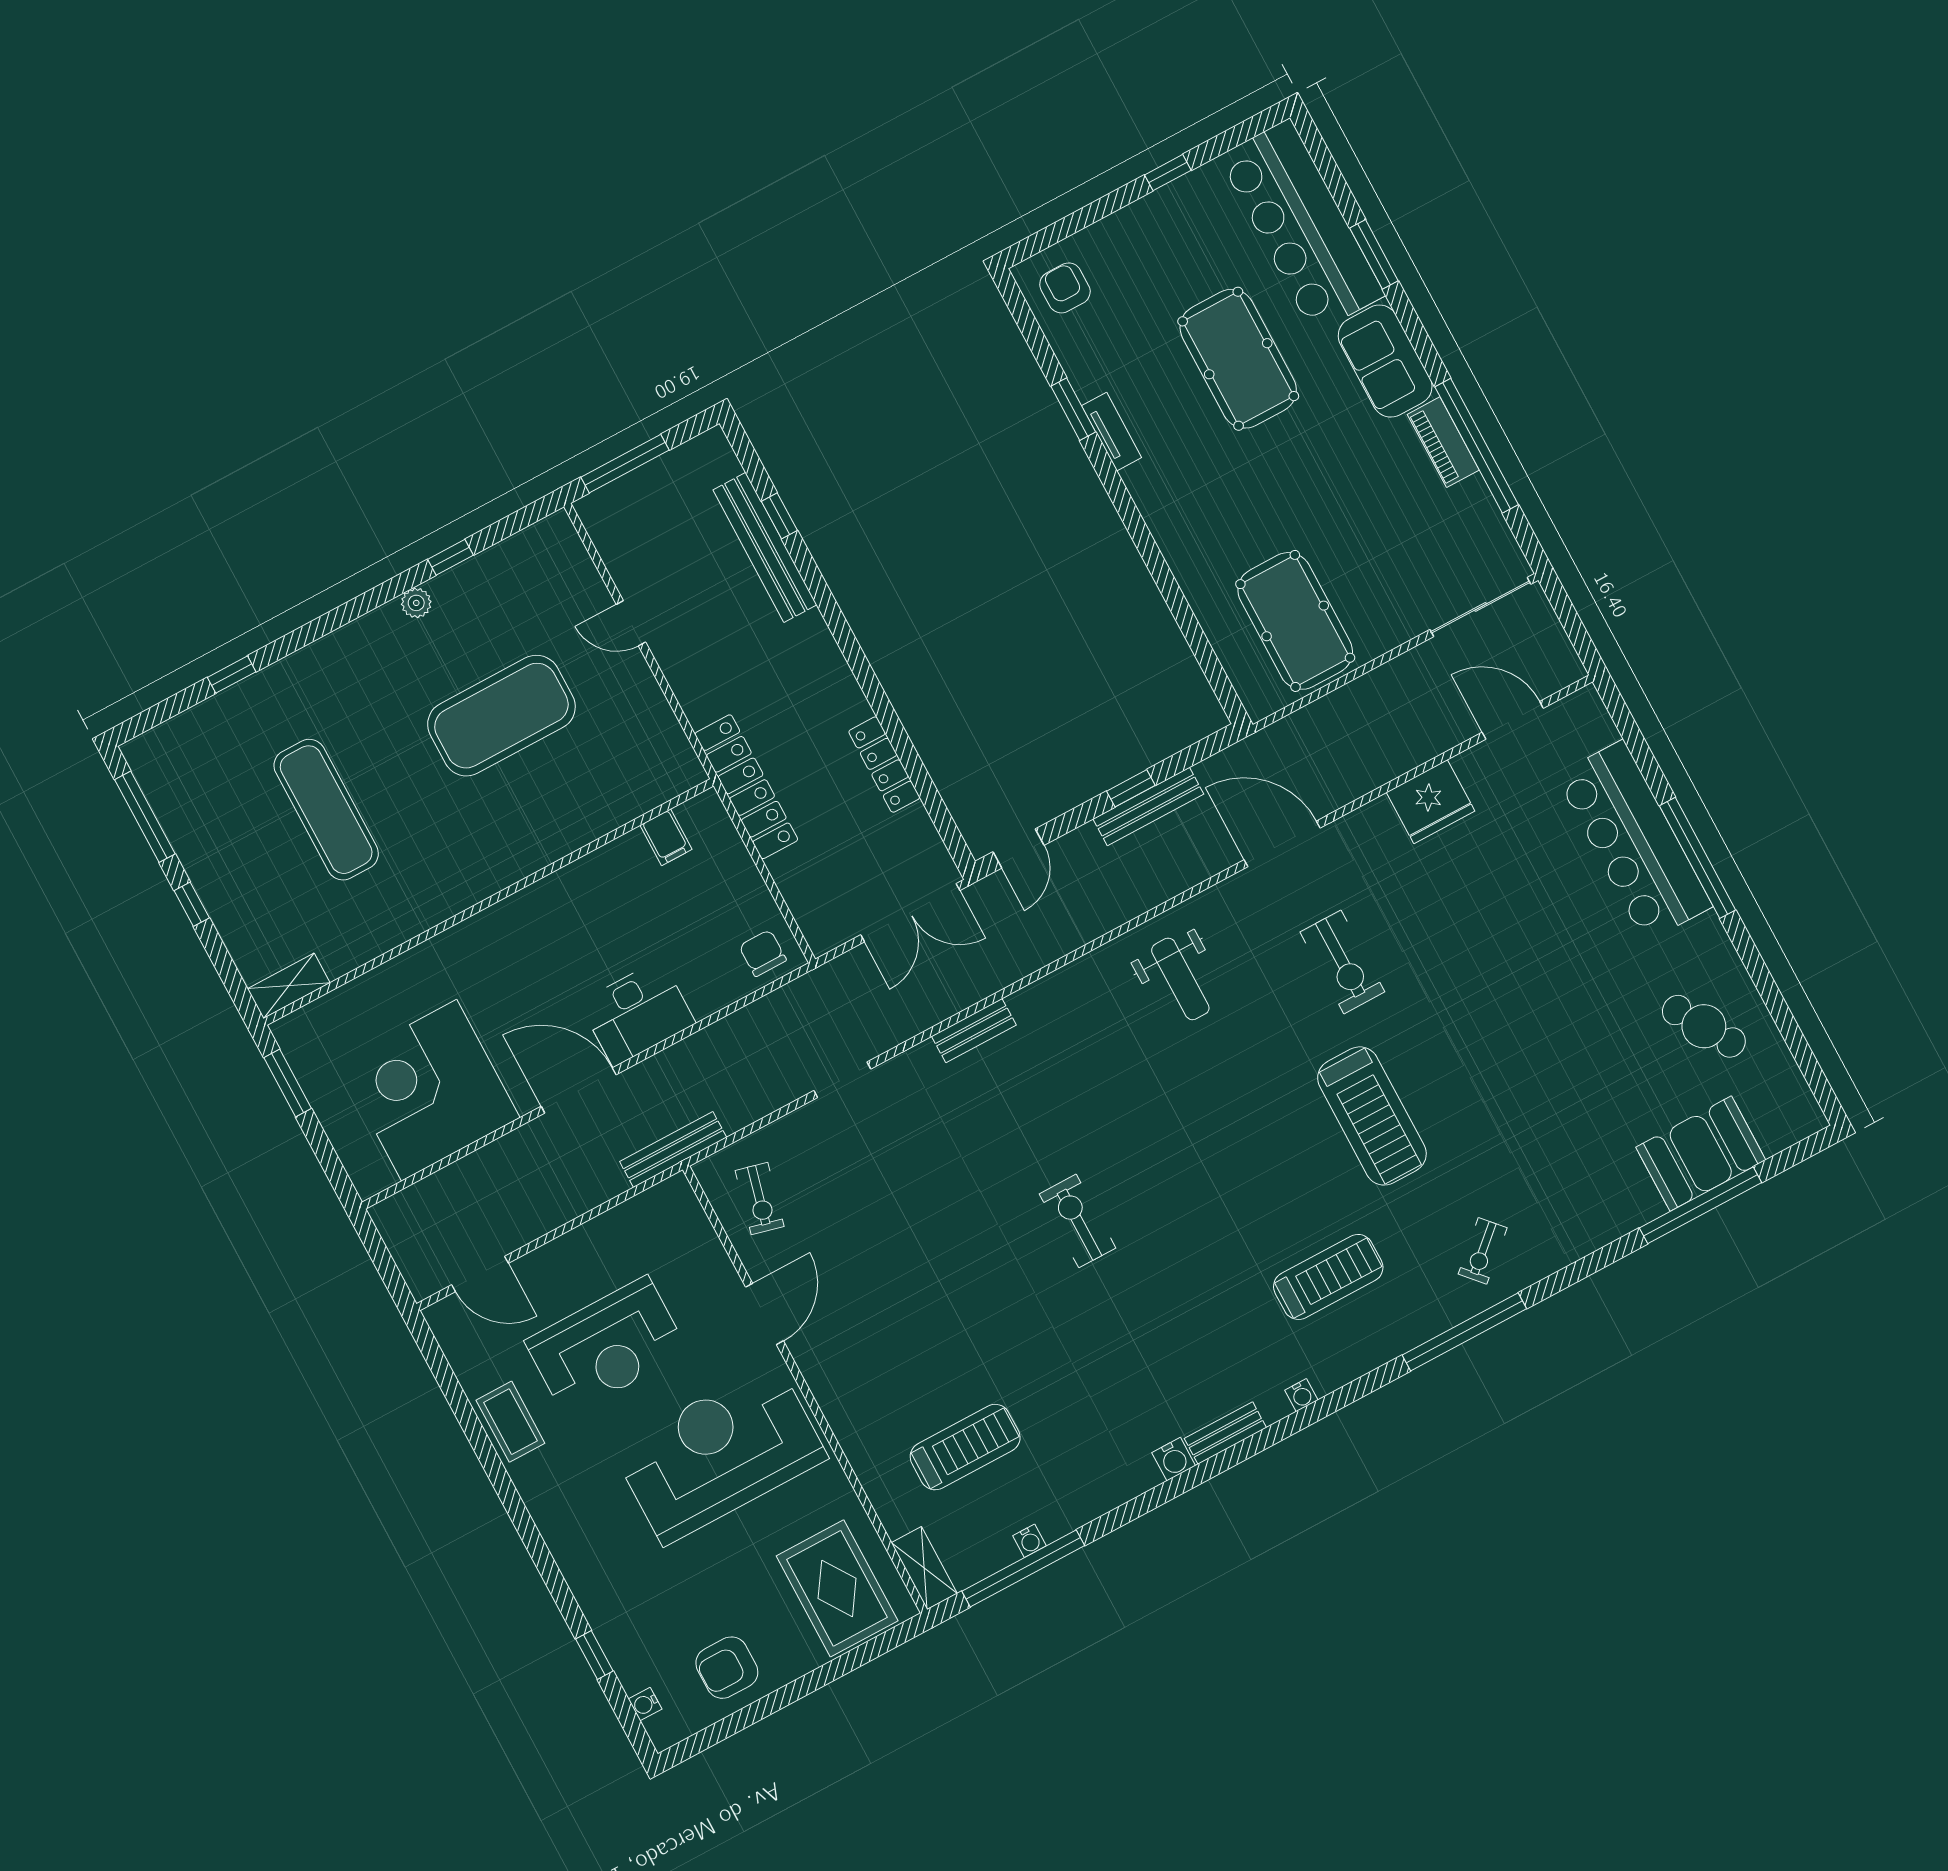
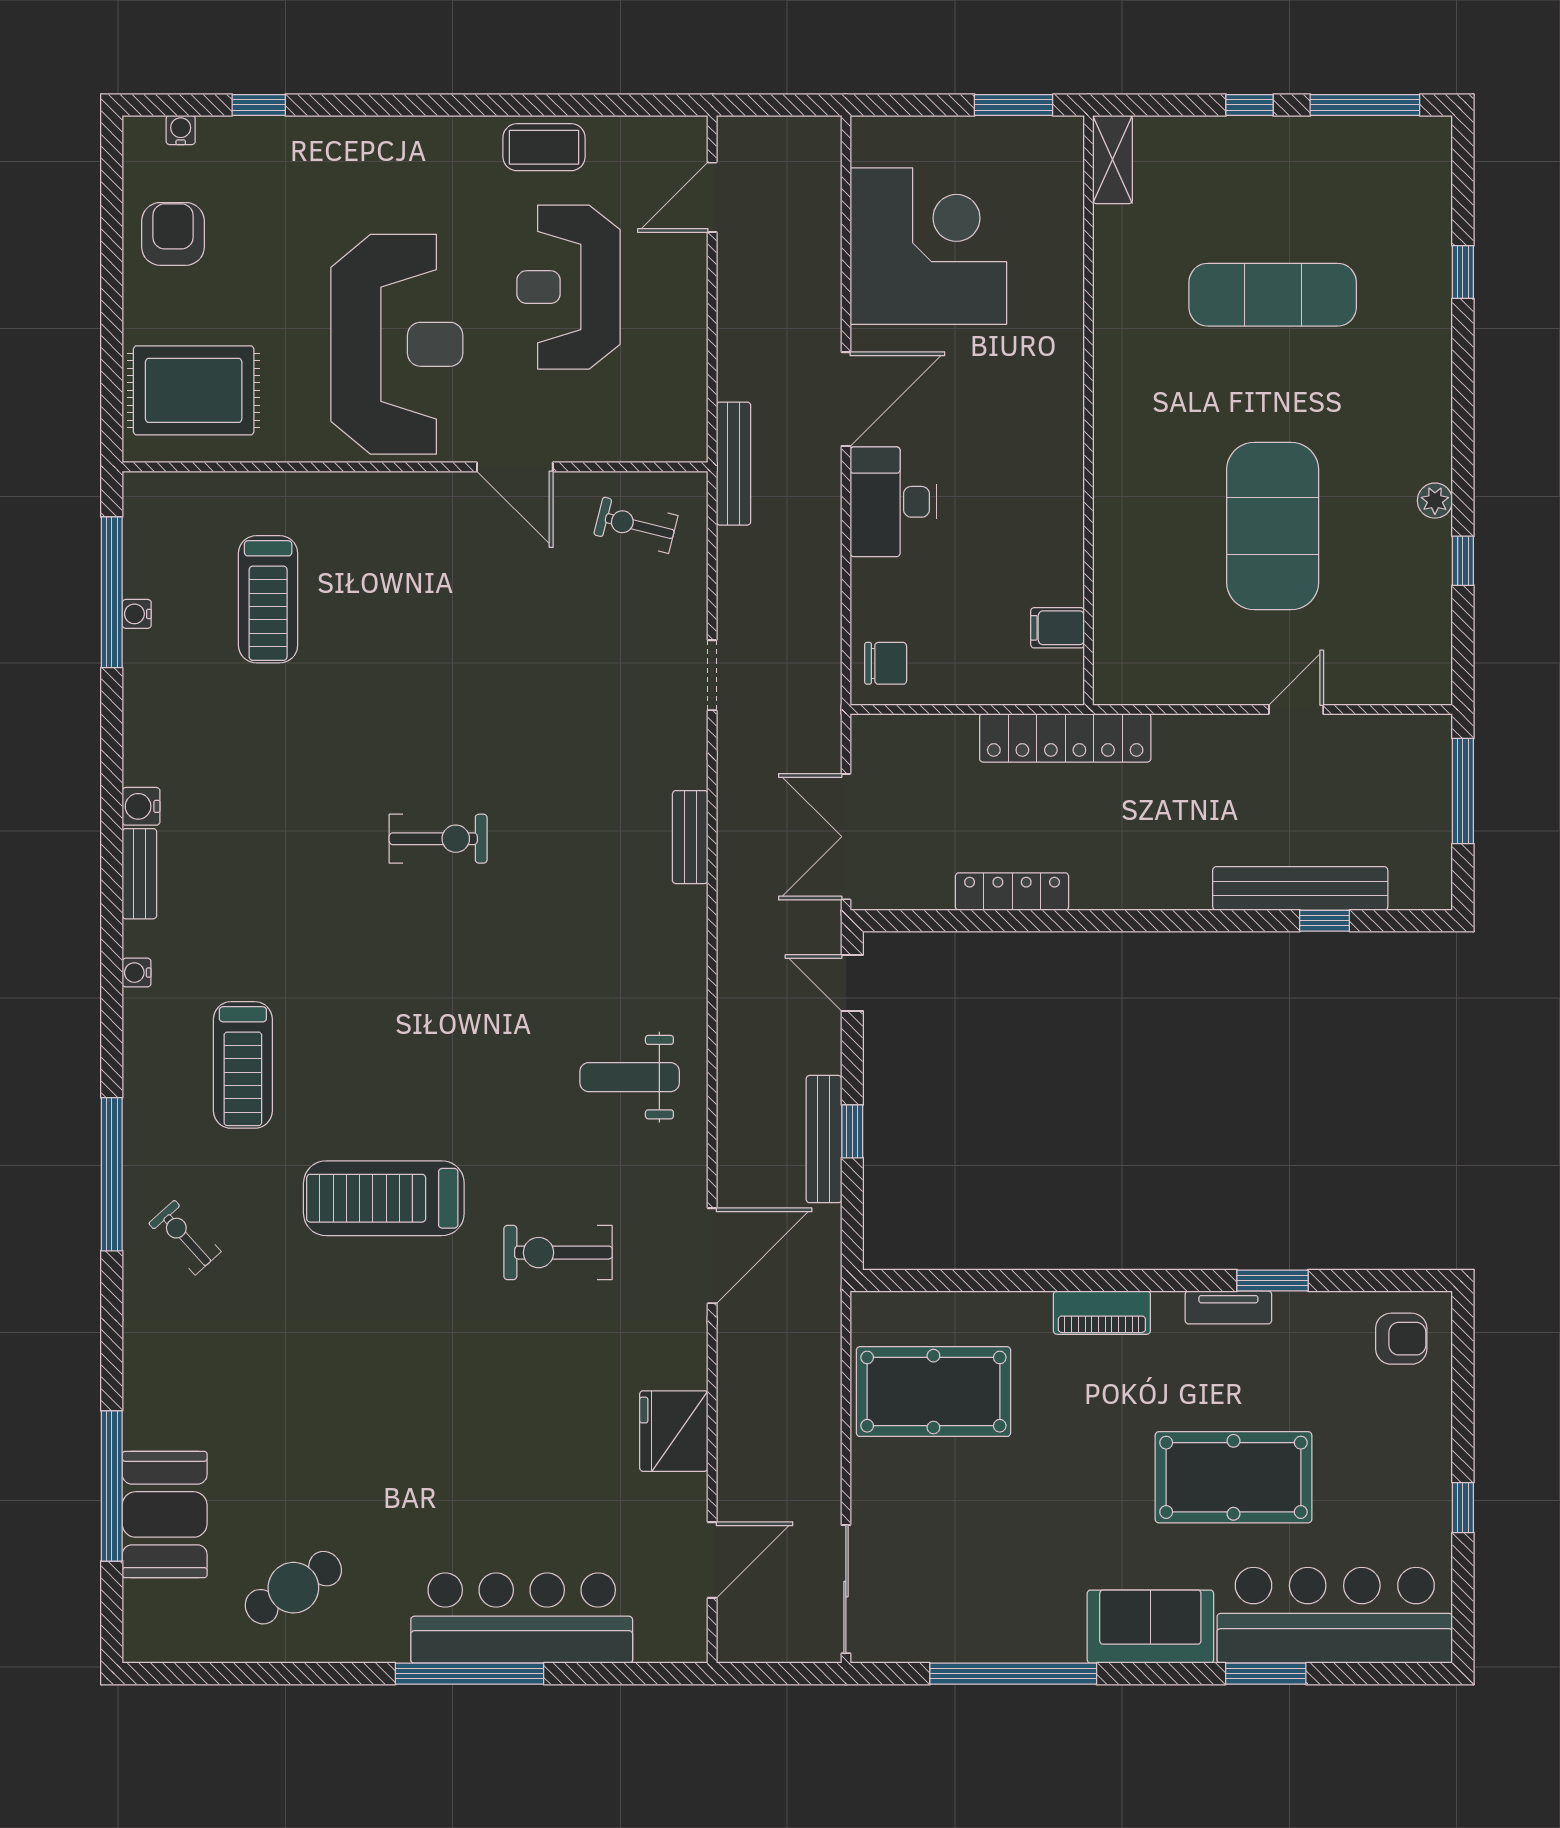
piano: (1443, 442) -> (1102, 1313), moved, turned 180
shelving: (924, 1568) -> (167, 491), removed

